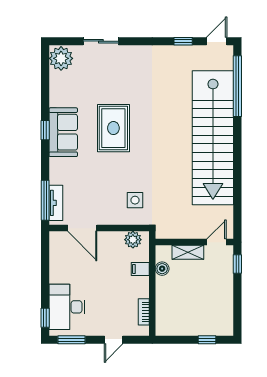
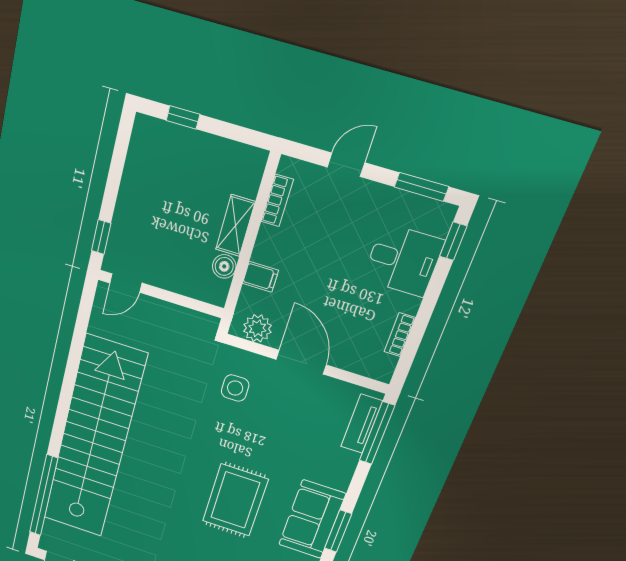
window: (45, 130) -> (338, 531), width x1.50
door: (82, 228) -> (301, 362), moved
shelving: (188, 252) -> (235, 226), moved, turned 90
bookcase: (54, 261) -> (400, 335), added
desk: (67, 307) -> (403, 260), width x0.73

